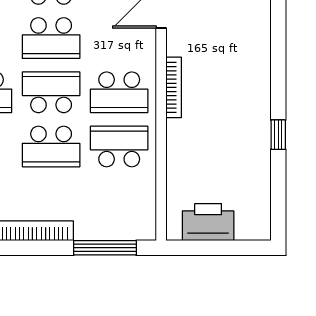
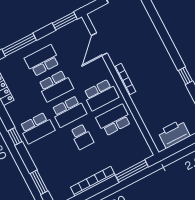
school desk: (51, 92) -> (69, 111), turned 180
school desk: (51, 147) -> (82, 137), width x0.54

